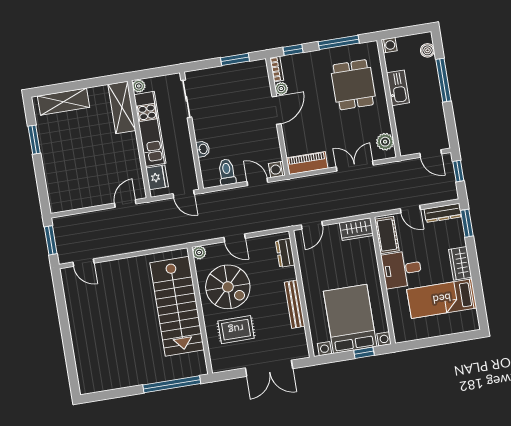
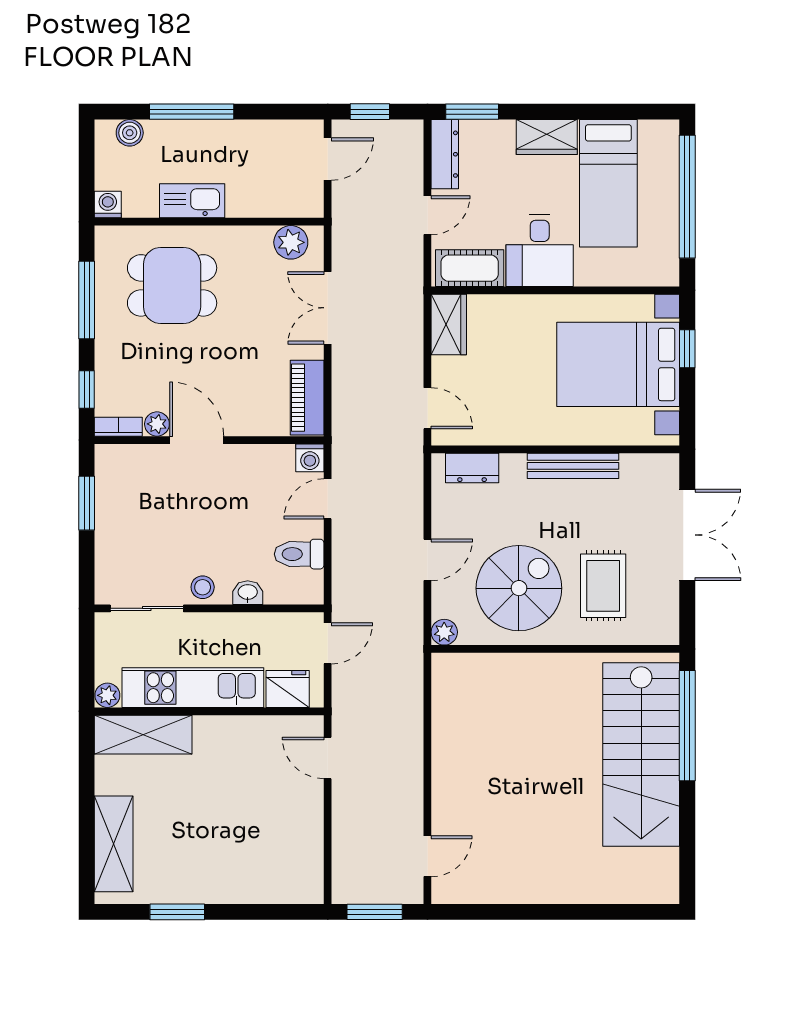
stool: (202, 125) -> (203, 587), added
stairs: (177, 306) -> (641, 755), moved, turned 90
window: (442, 340) -> (687, 197), added

